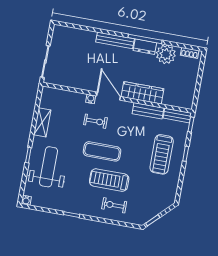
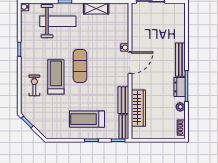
plant: (166, 54) -> (180, 107), width x0.53, depth x0.53
wardrobe: (142, 93) -> (138, 108), moved
exercise bike: (96, 121) -> (106, 55), removed

